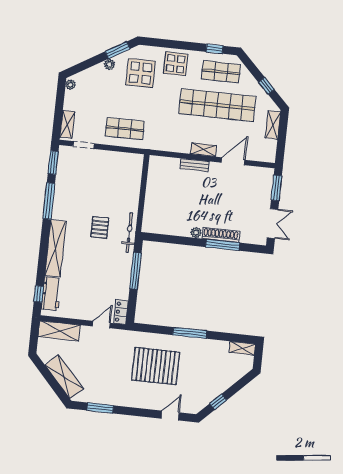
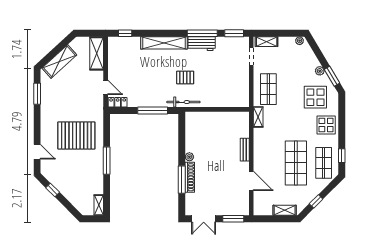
shop shelf: (217, 105) -> (296, 163), width x0.71
shelving: (204, 150) -> (258, 117), moved
workbench: (51, 294) -> (202, 44), moved
pallet: (156, 366) -> (76, 135), turned 90

